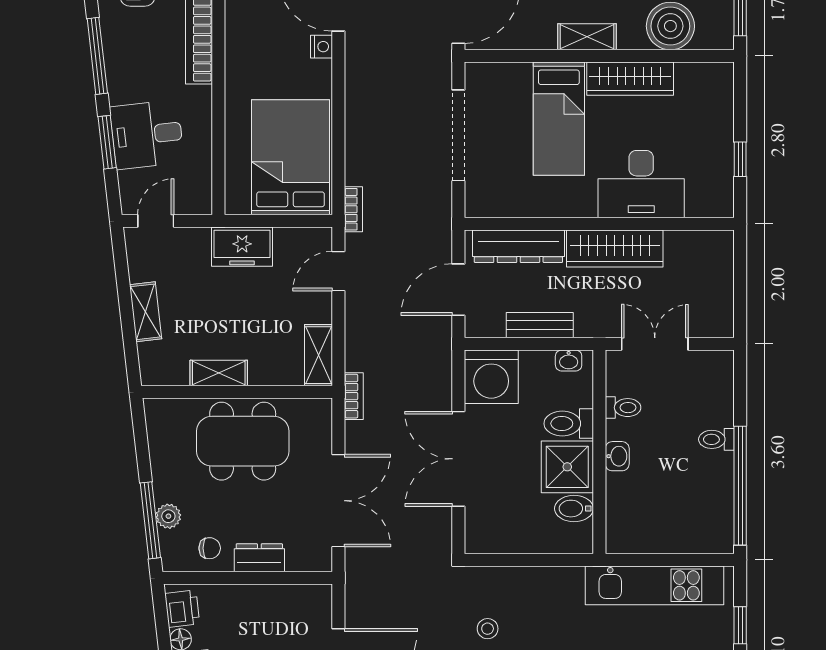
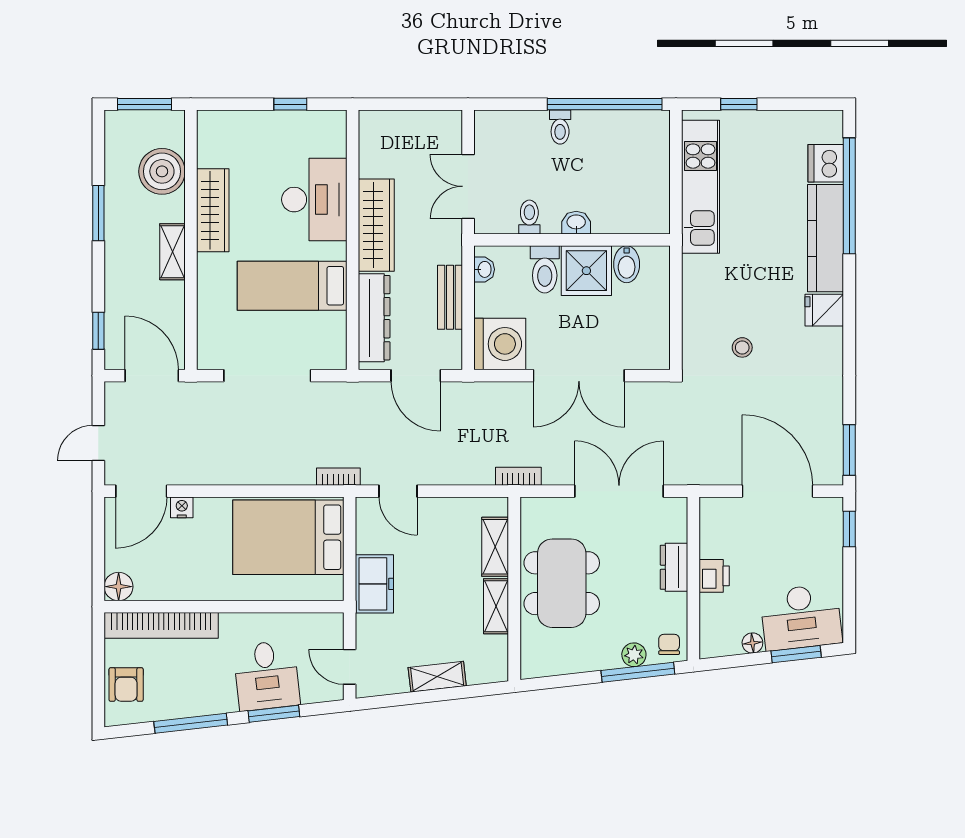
bed: (559, 119) -> (292, 286), moved, turned 180
shelving: (319, 355) -> (495, 547), moved, turned 90
chair: (210, 548) -> (669, 644), moved
printer: (182, 609) -> (714, 576), moved, turned 97

